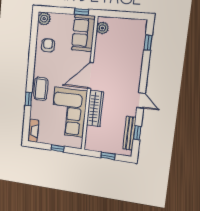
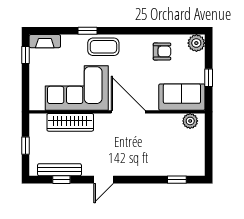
window: (81, 12) -> (209, 78), moved
wardrobe: (95, 108) -> (70, 122), moved
window: (57, 148) -> (26, 55), moved

